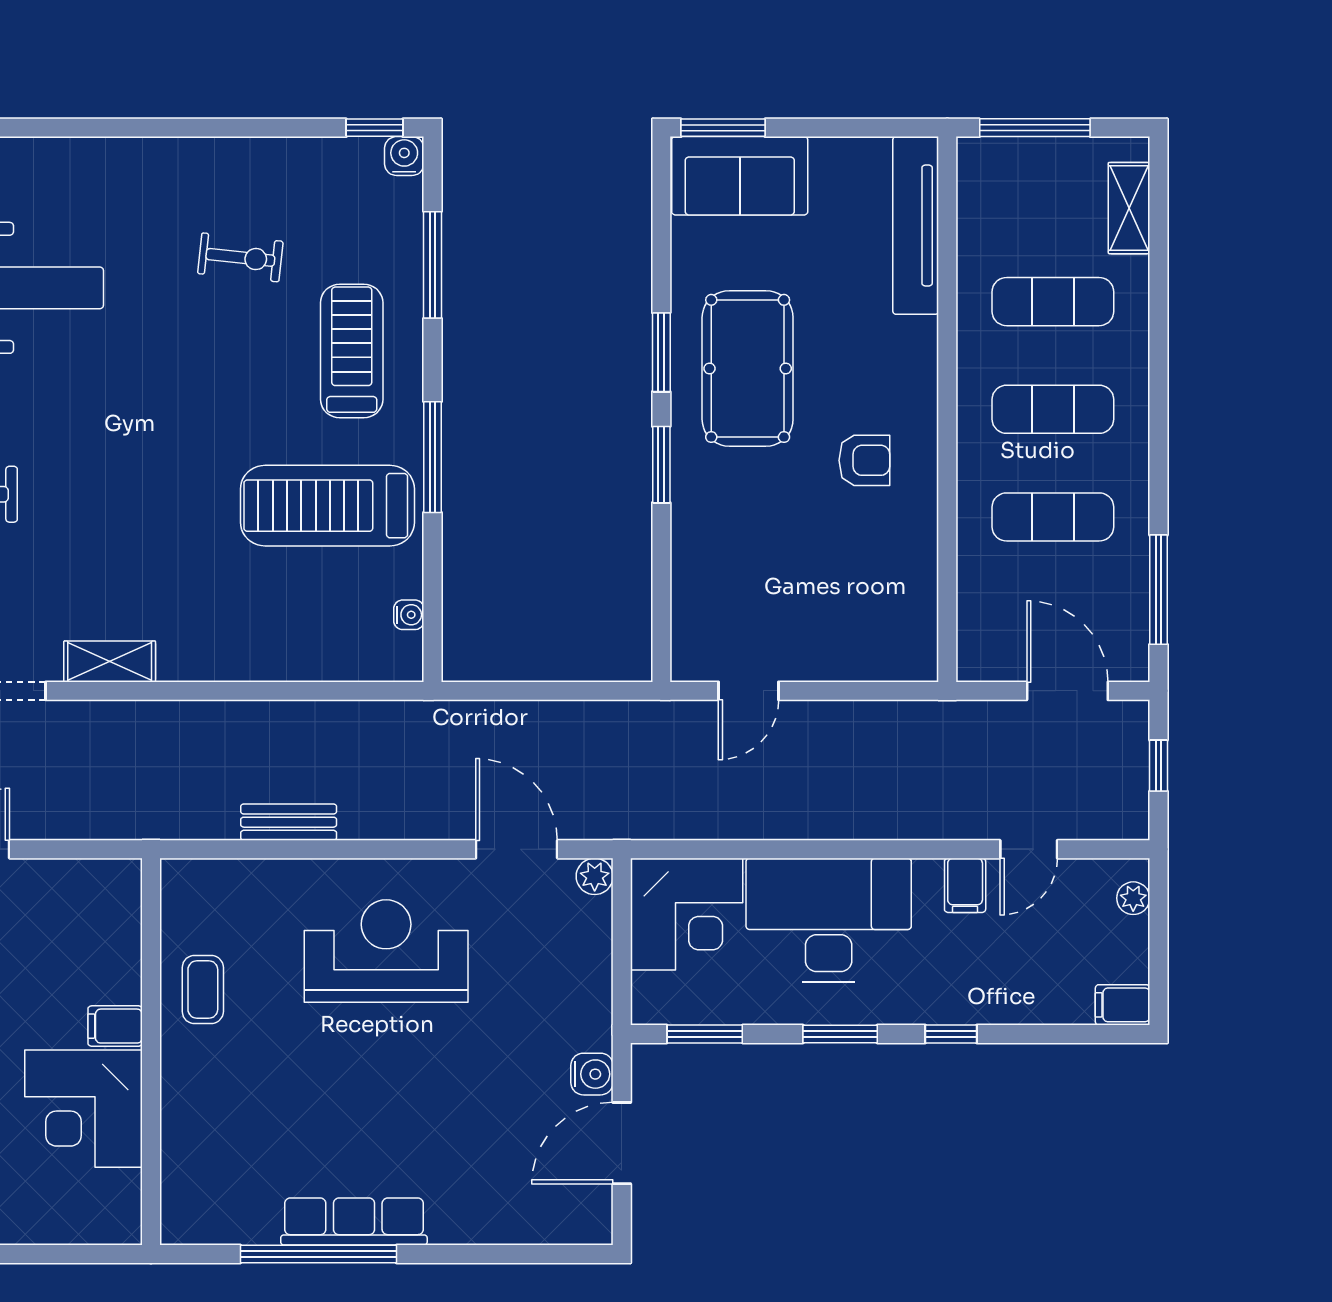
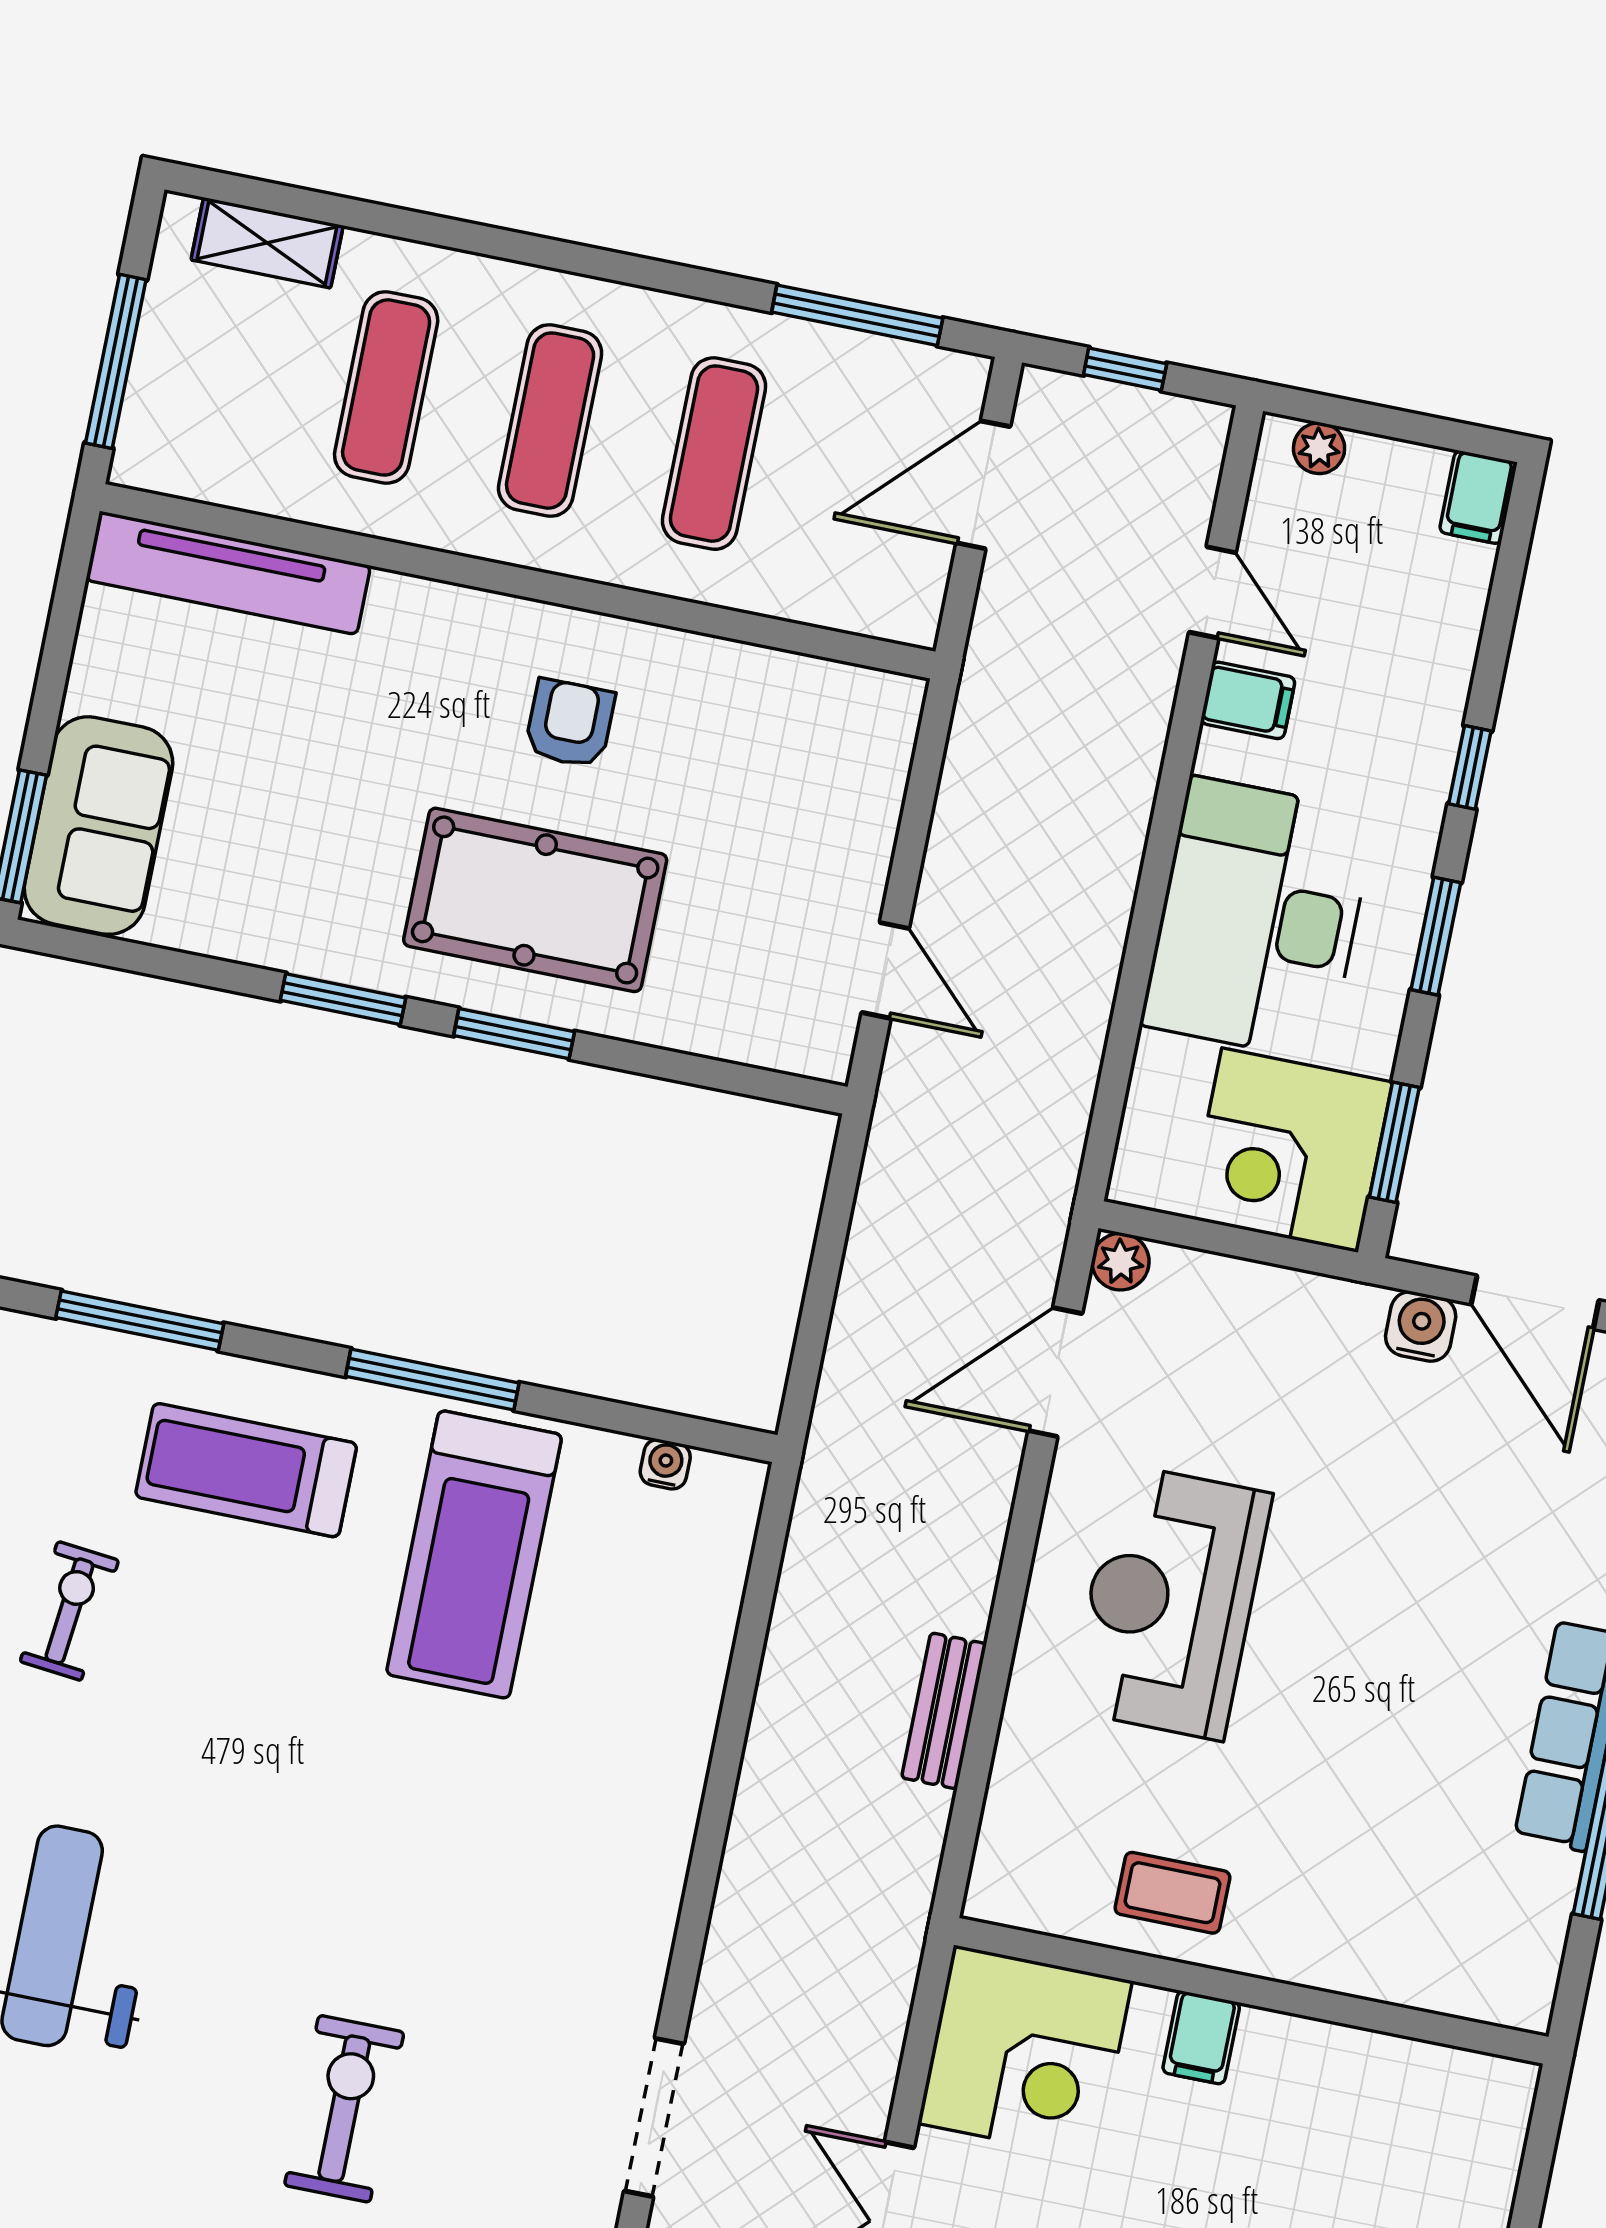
pool table: (748, 368) -> (535, 900), moved
shelving: (110, 661) -> (644, 1934), removed
corner desk: (687, 914) -> (1290, 1150), moved, turned 180
corner desk: (83, 1109) -> (1025, 2052), moved

